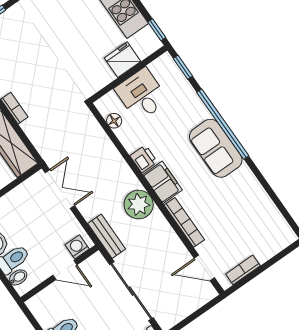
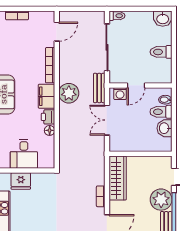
floor lamp: (114, 121) -> (50, 130), moved
double door: (60, 189) -> (107, 120), moved
door: (204, 268) -> (57, 32), hinge flipped
door: (65, 270) -> (136, 85), swing flipped
bookcase: (243, 270) -> (17, 15), moved

